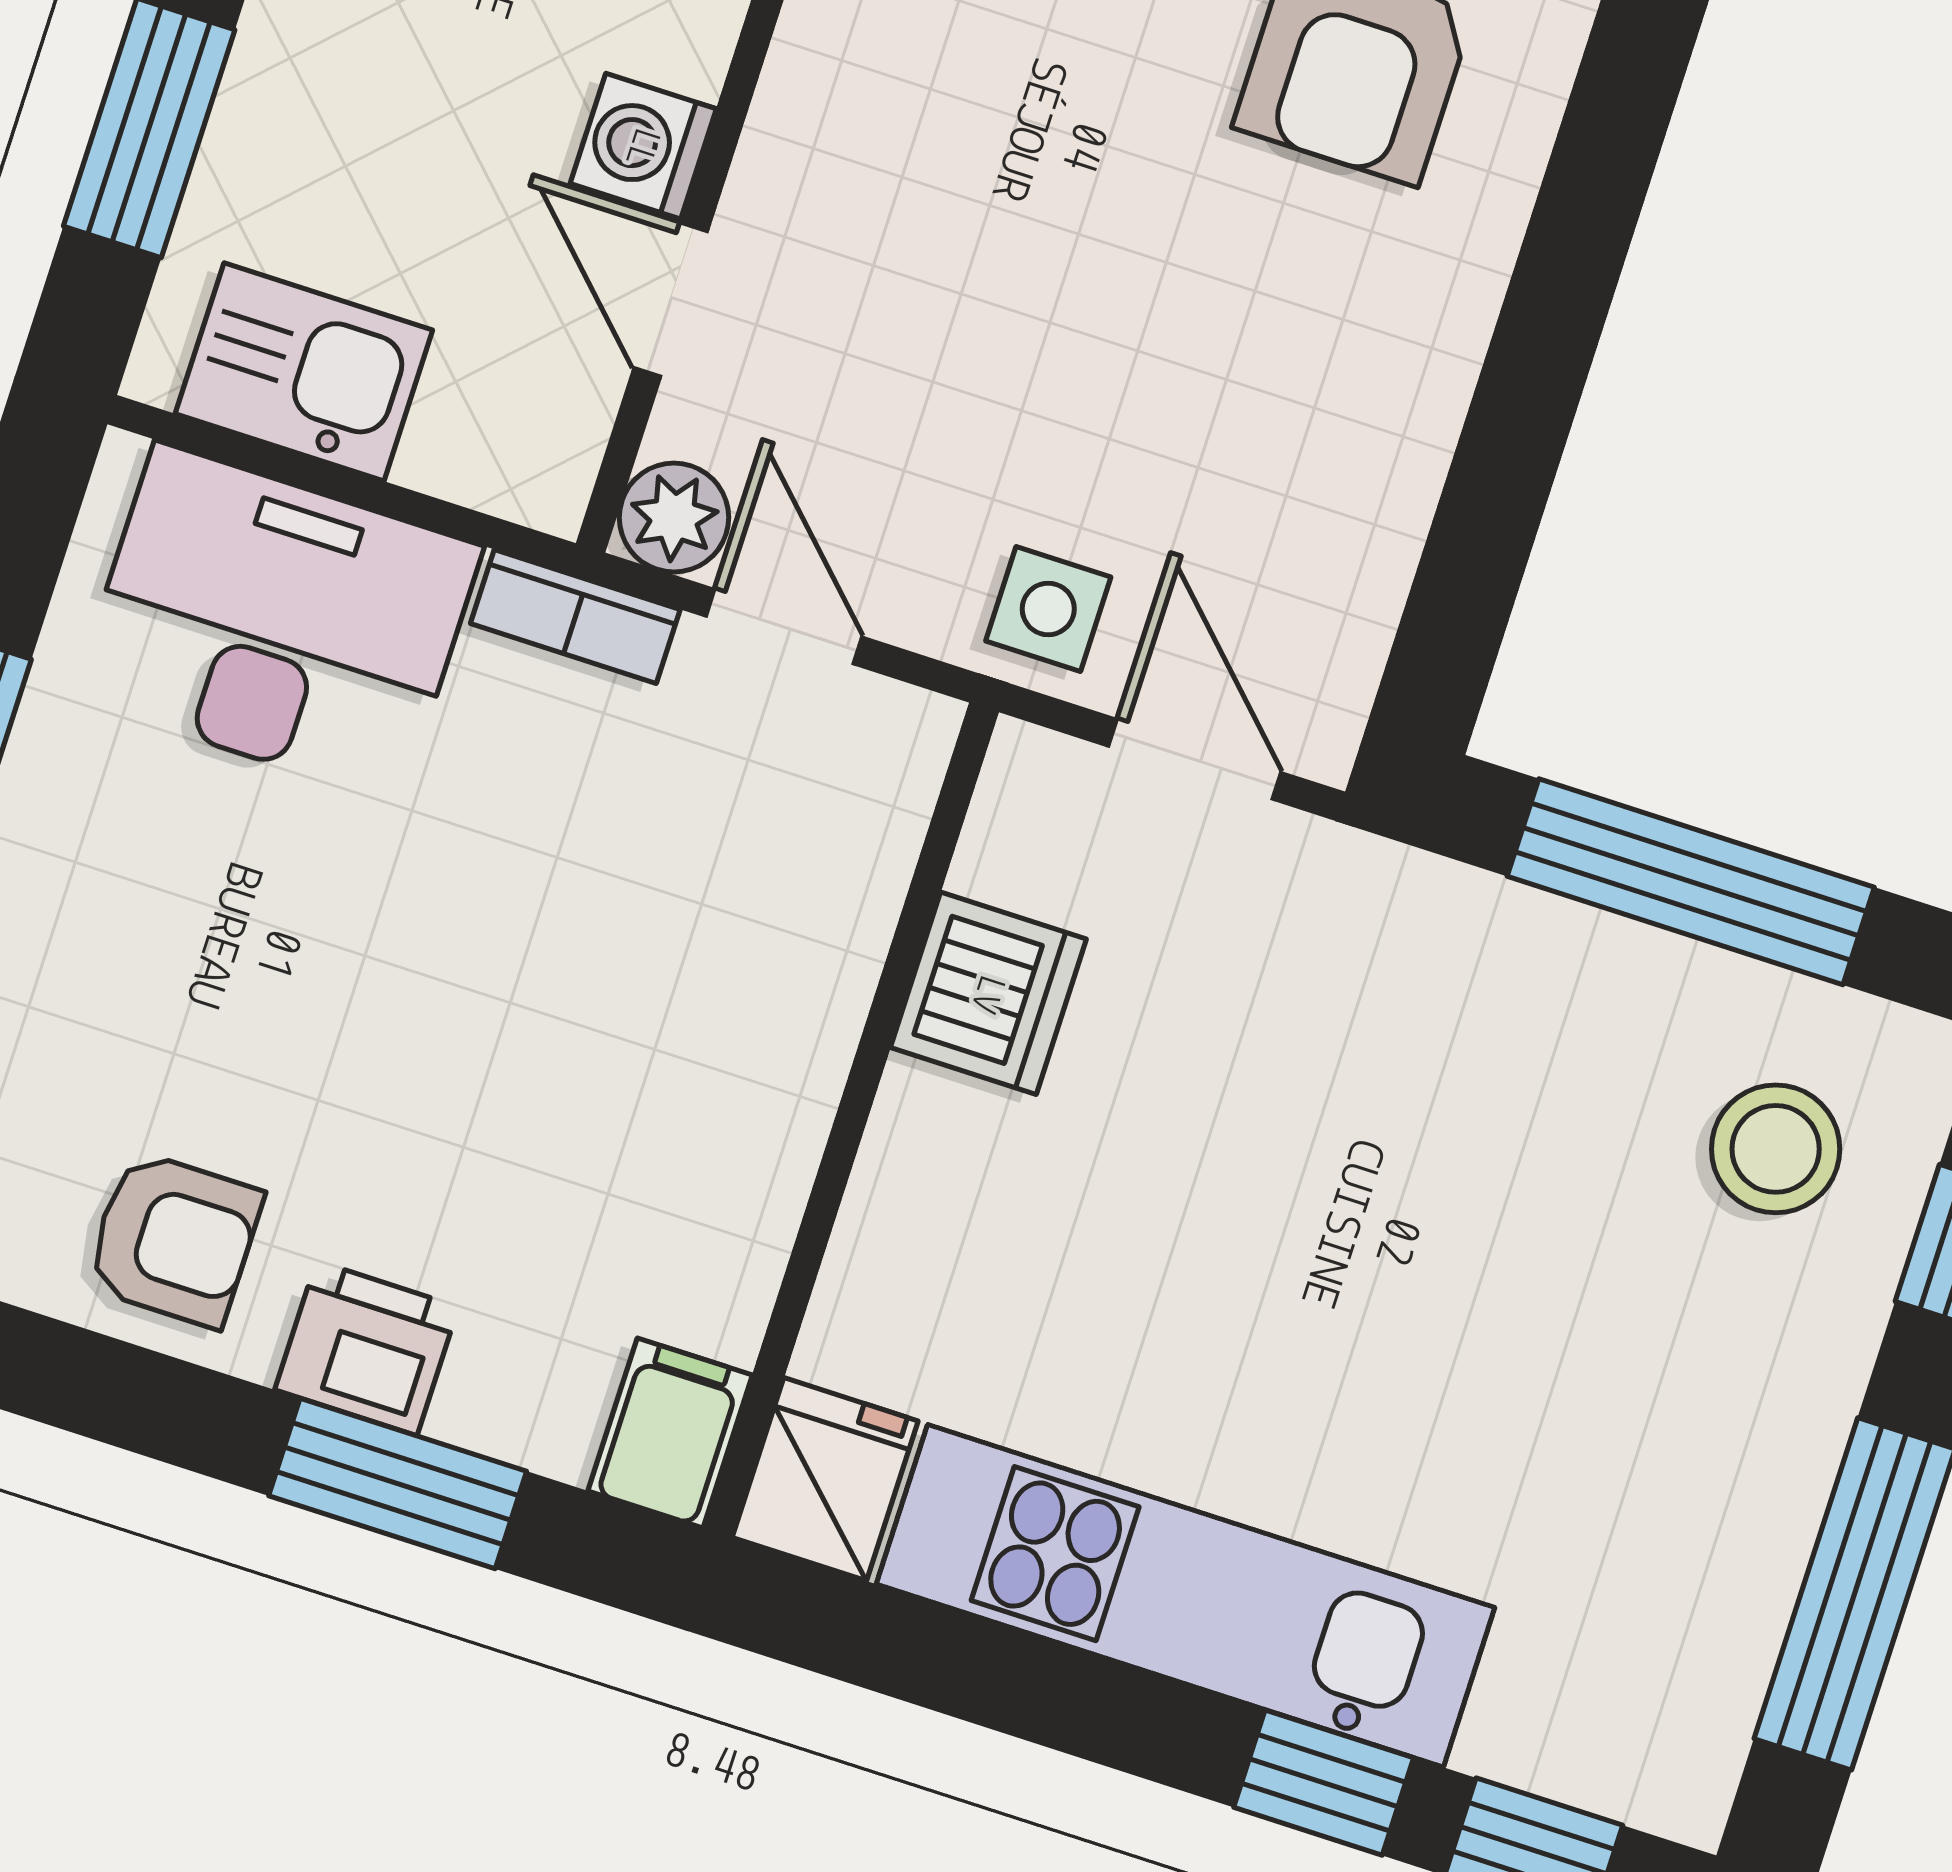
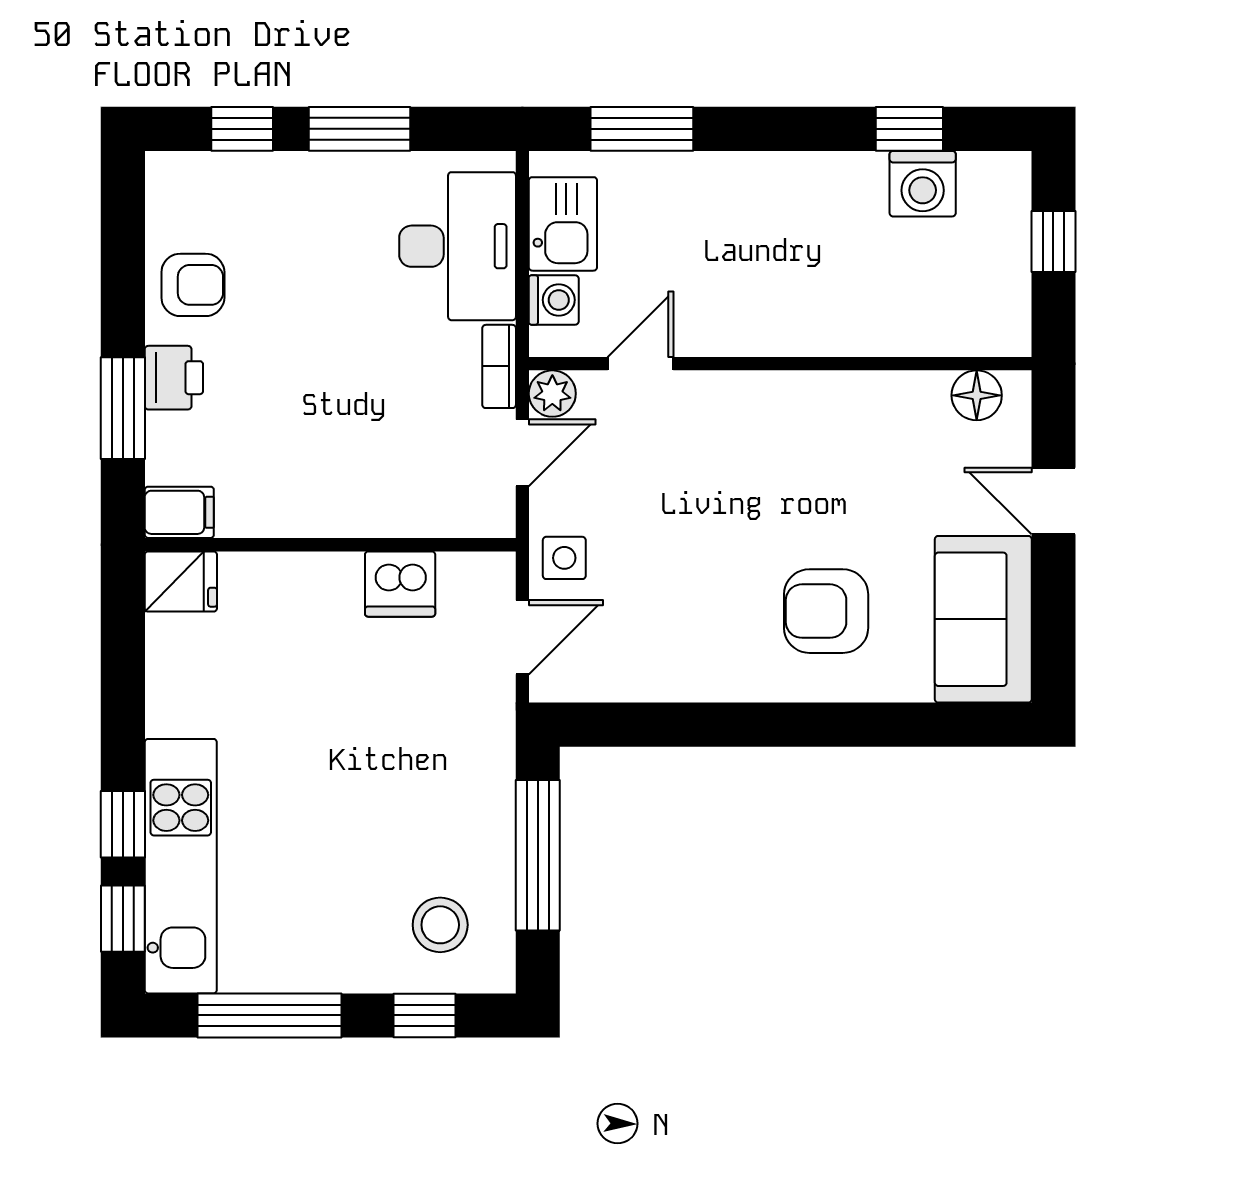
washing machine: (643, 146) -> (554, 300), moved, turned 90
armchair: (174, 1239) -> (193, 285), turned -90
kitchen unit: (1185, 1596) -> (181, 866), moved

